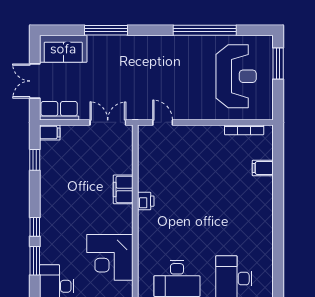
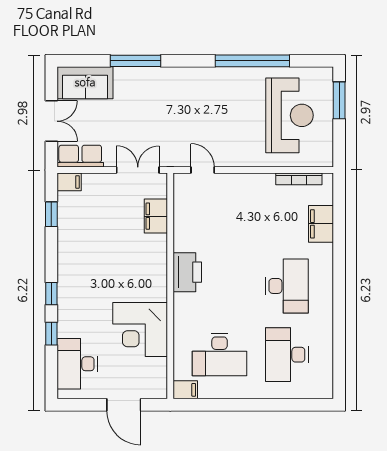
double door: (35, 81) -> (51, 121), swing flipped
filing cabinet: (263, 168) -> (321, 224), width x2.00
filing cabinet: (123, 189) -> (156, 216), moved
printer: (146, 201) -> (187, 272), width x1.87, depth x1.48
desk: (234, 220) -> (287, 286), added
window: (35, 261) -> (51, 334), width x0.67

